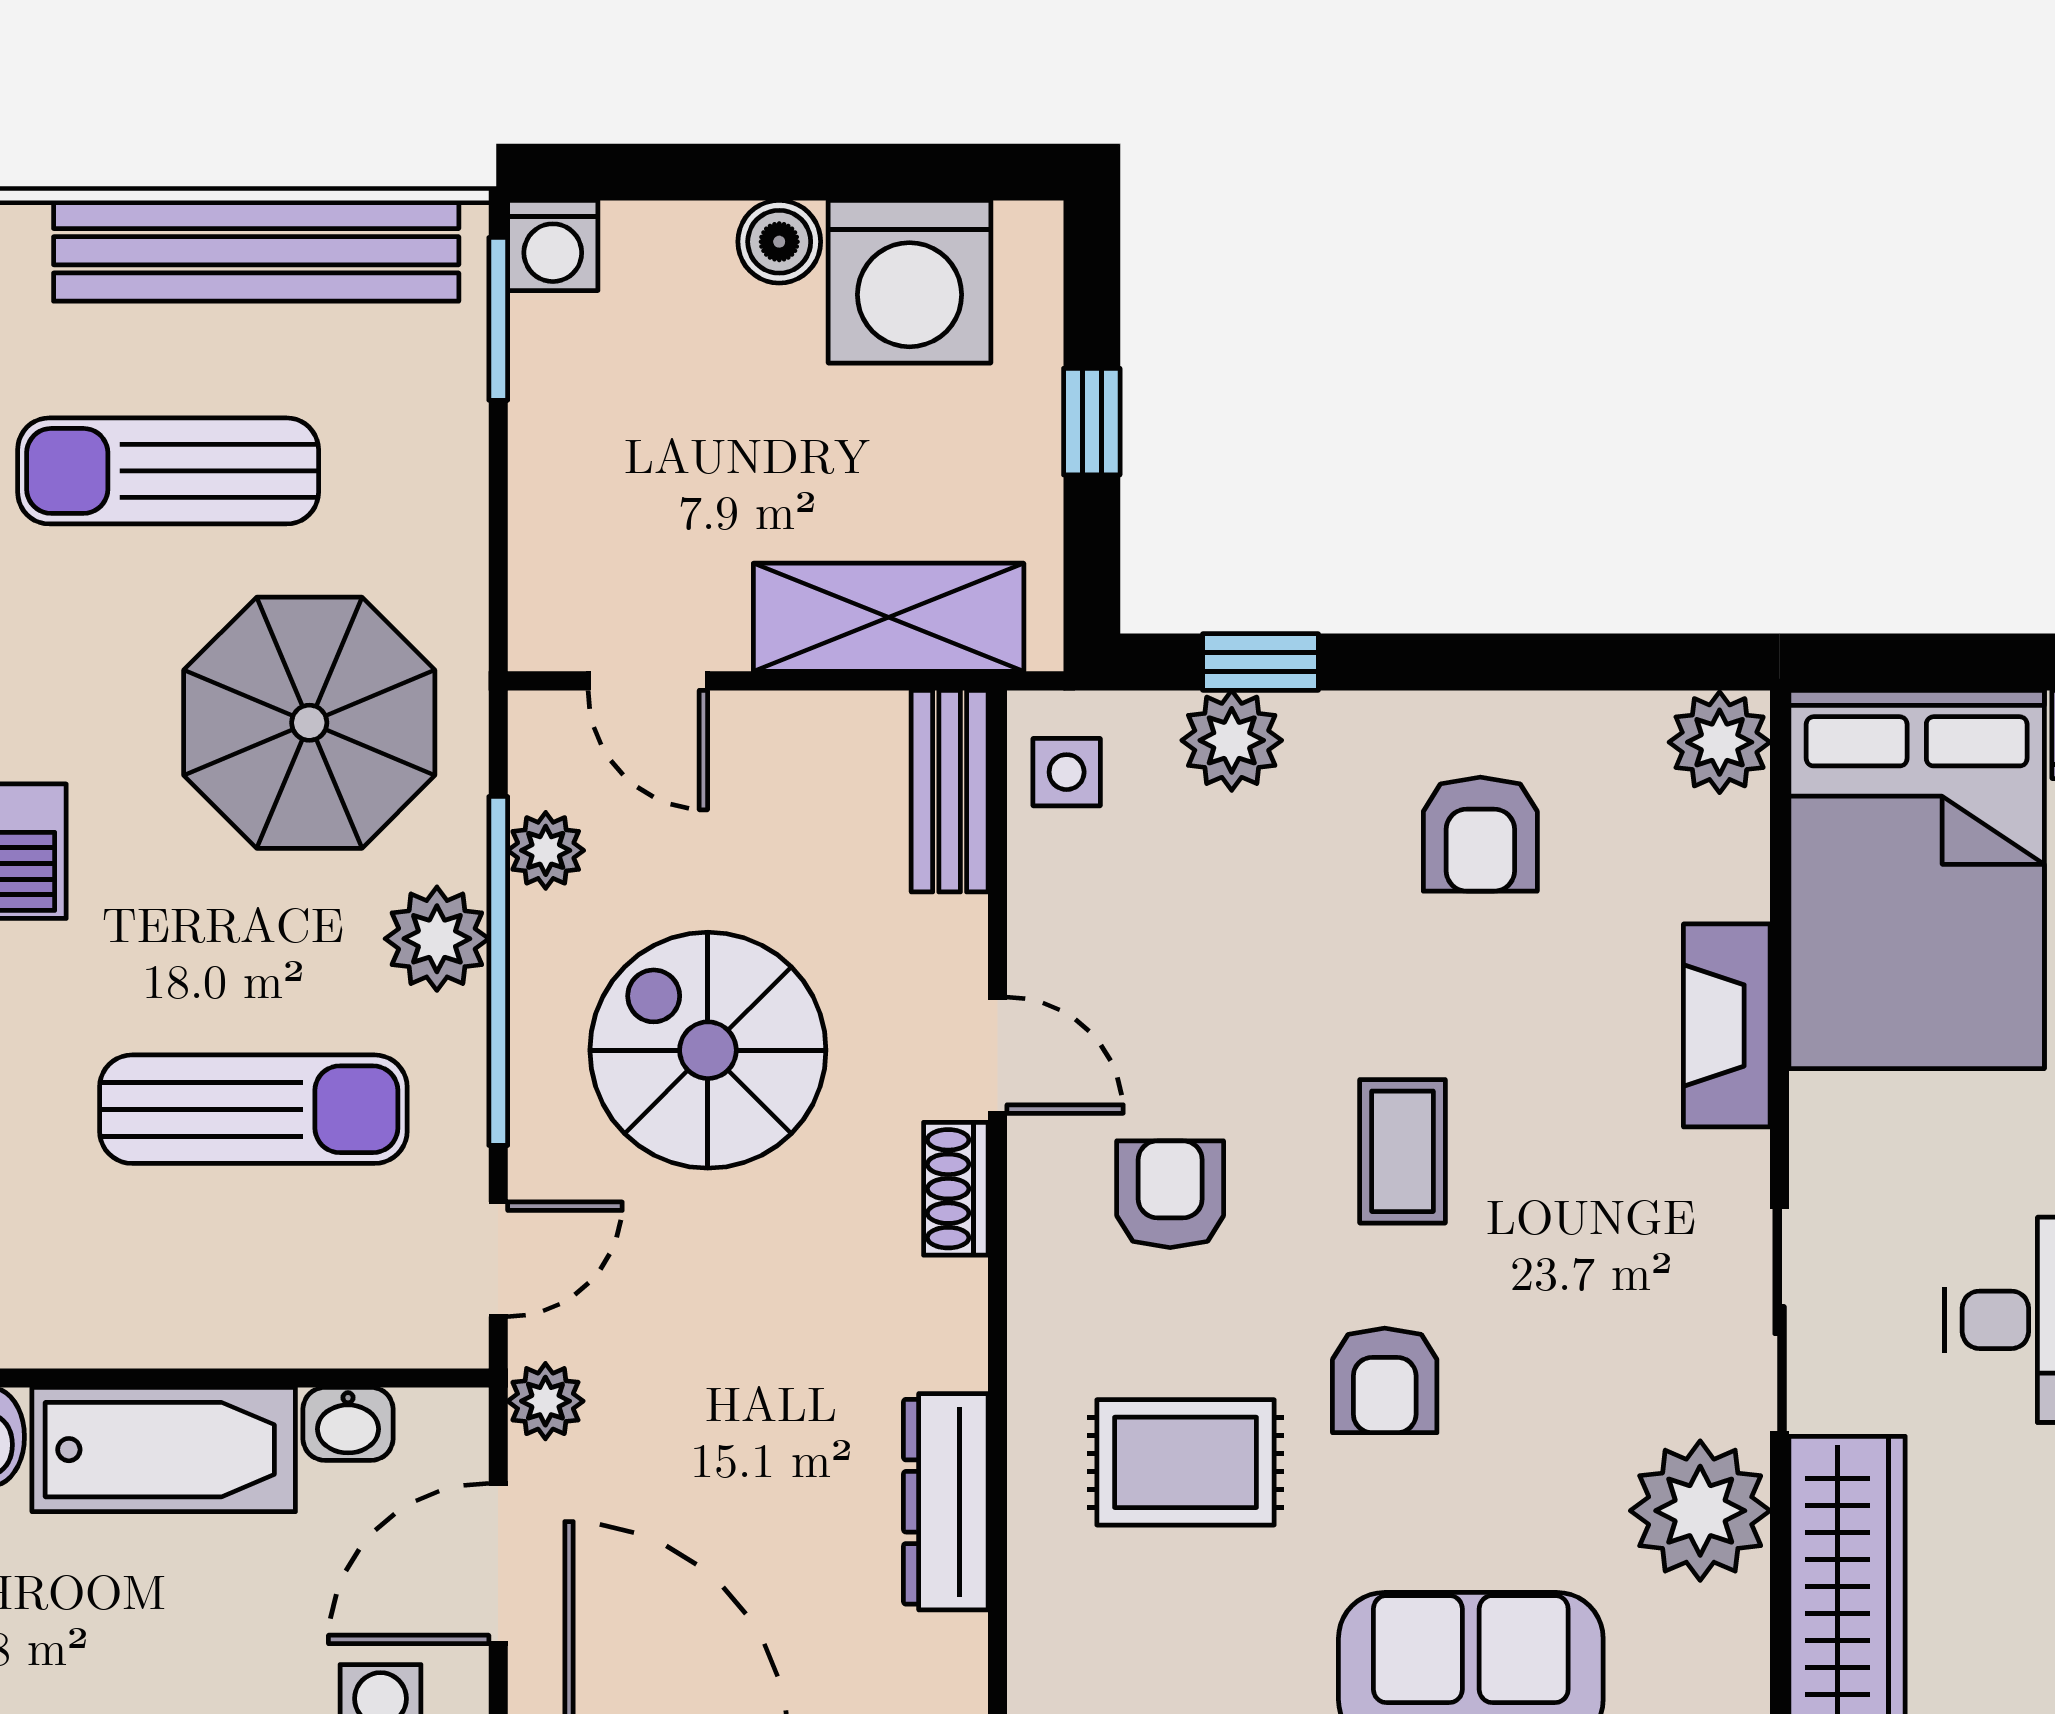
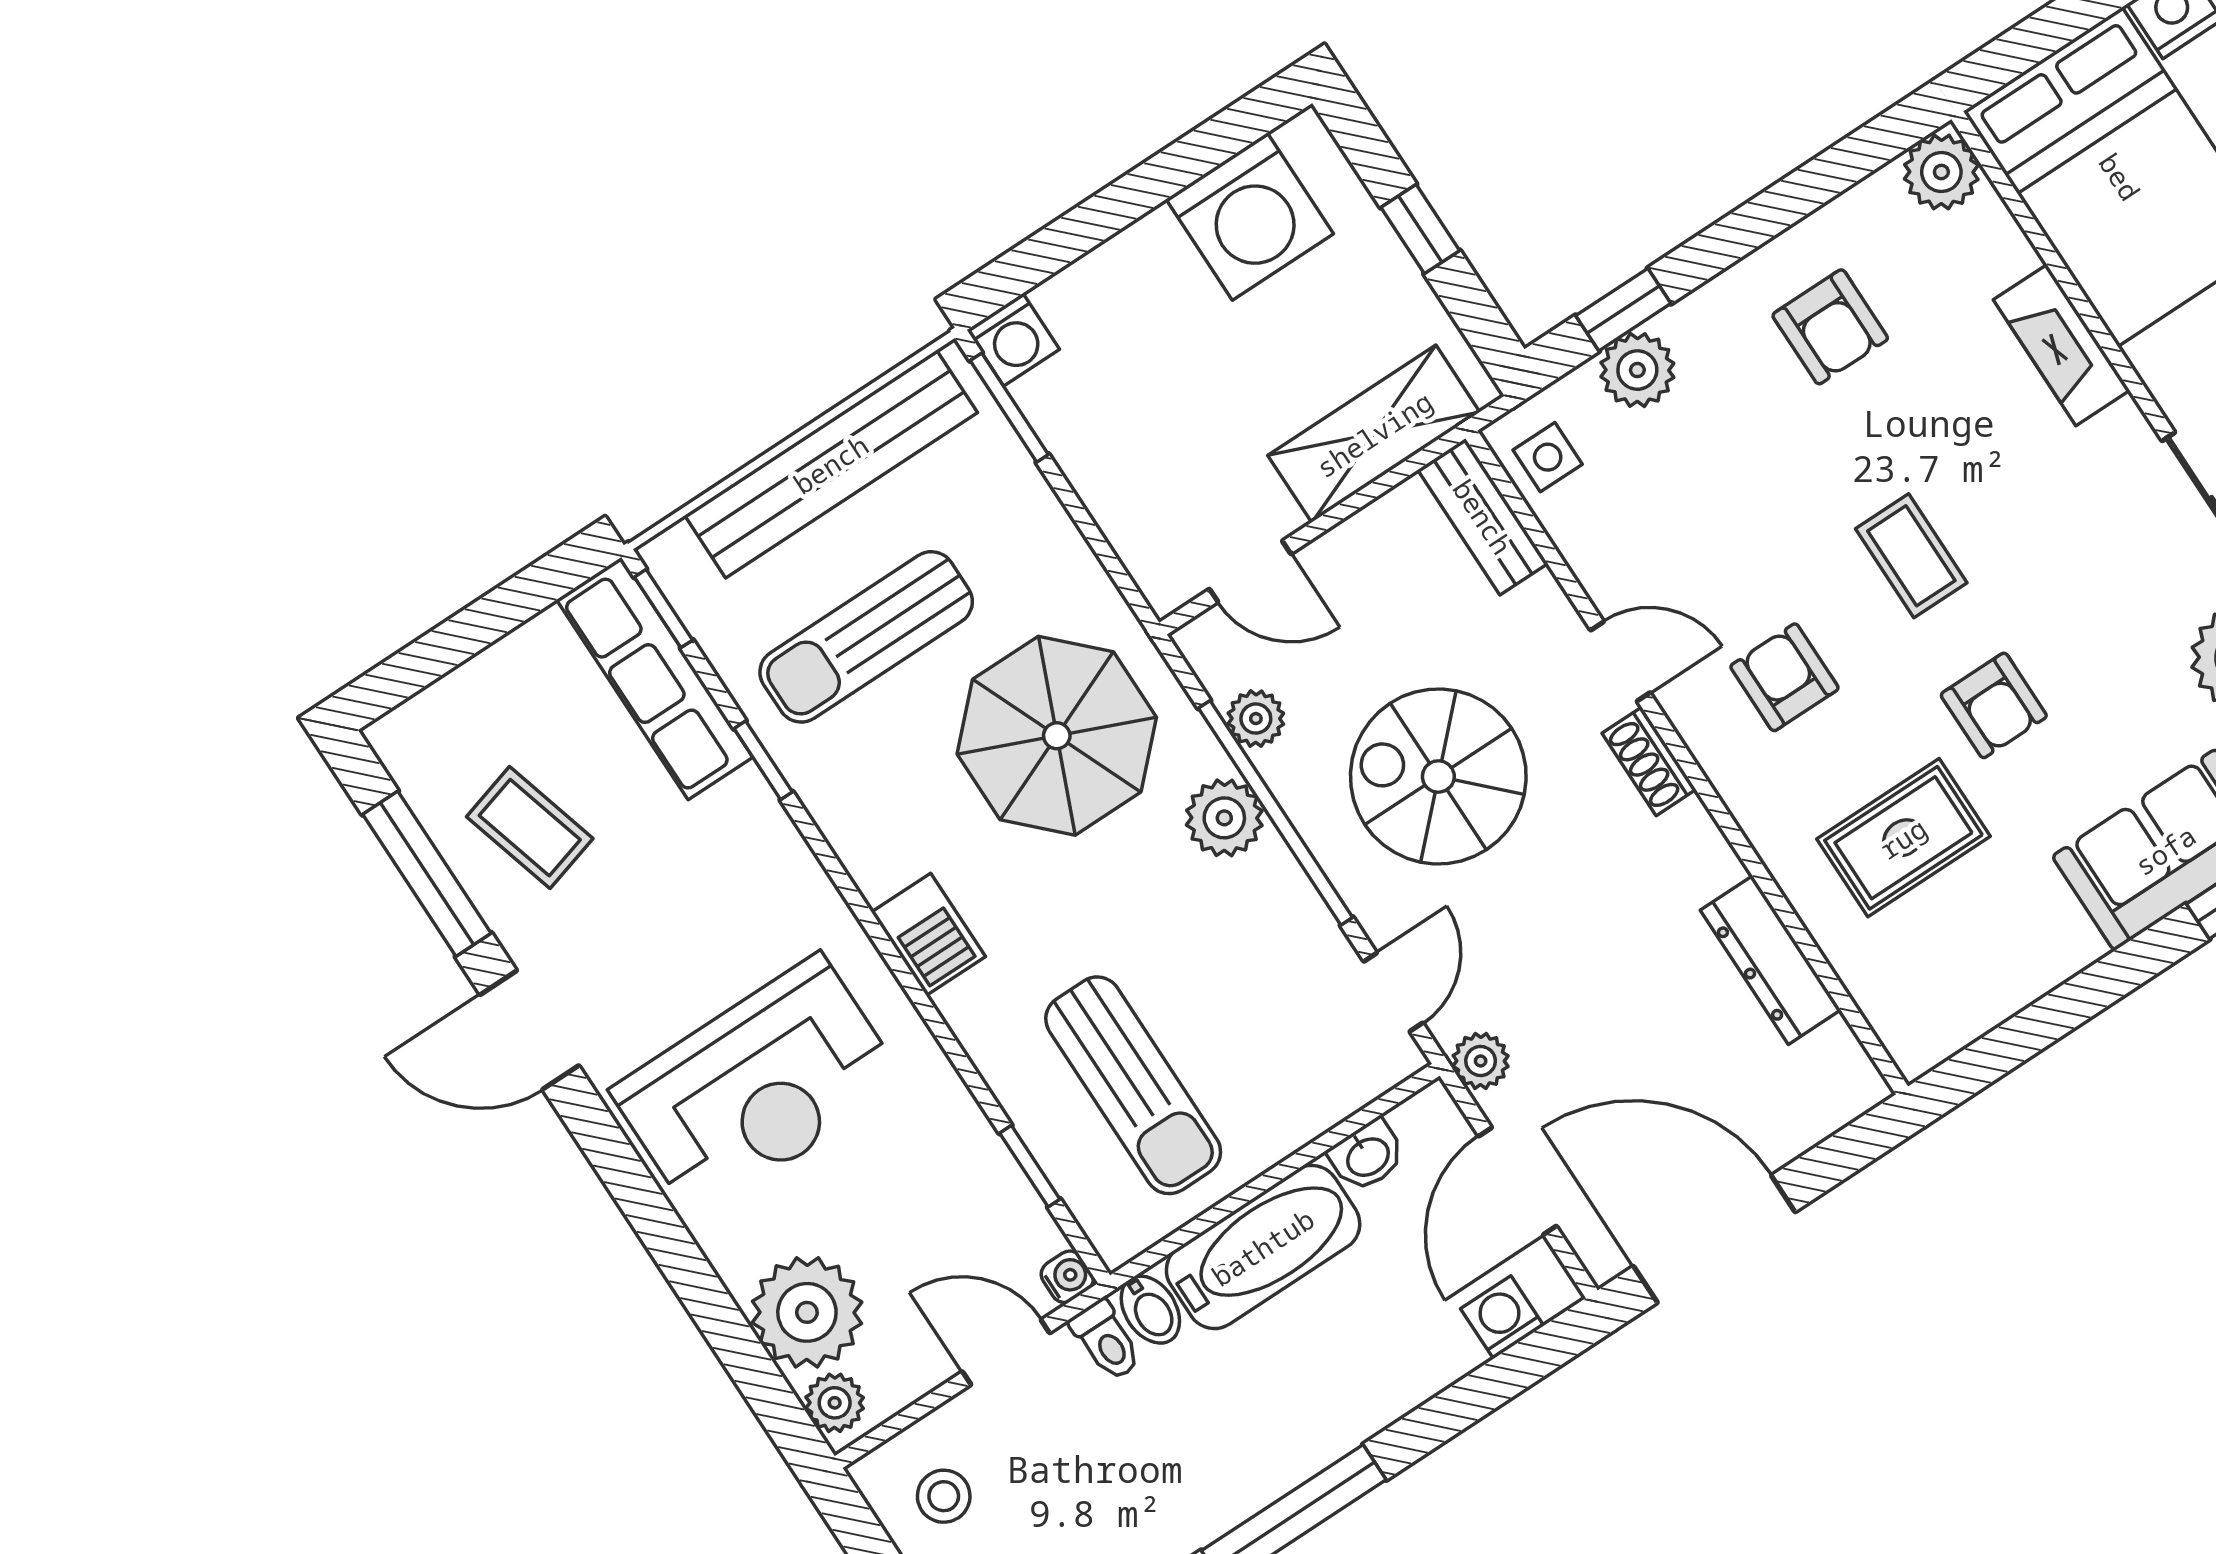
boiler: (779, 242) -> (1152, 245), removed
sun lounger: (253, 1109) -> (1133, 1085), moved, turned 90

